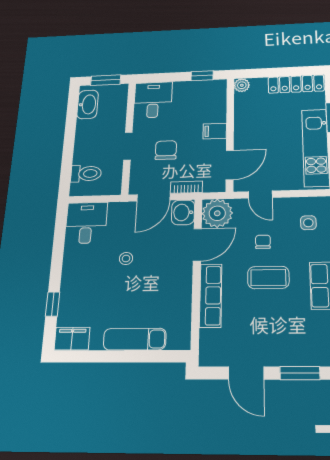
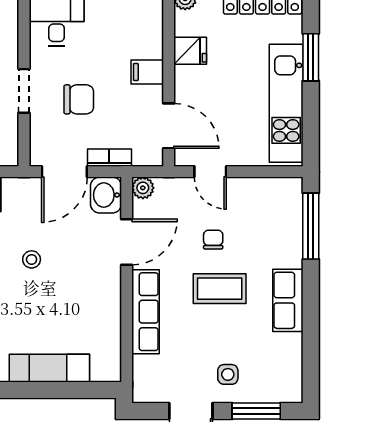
fridge: (245, 117) -> (190, 51), added
chair: (166, 150) -> (79, 99), turned 90
door: (230, 165) -> (169, 126), hinge flipped
plant: (217, 213) -> (143, 188), width x0.53, depth x0.53
side table: (308, 223) -> (228, 374), moved

